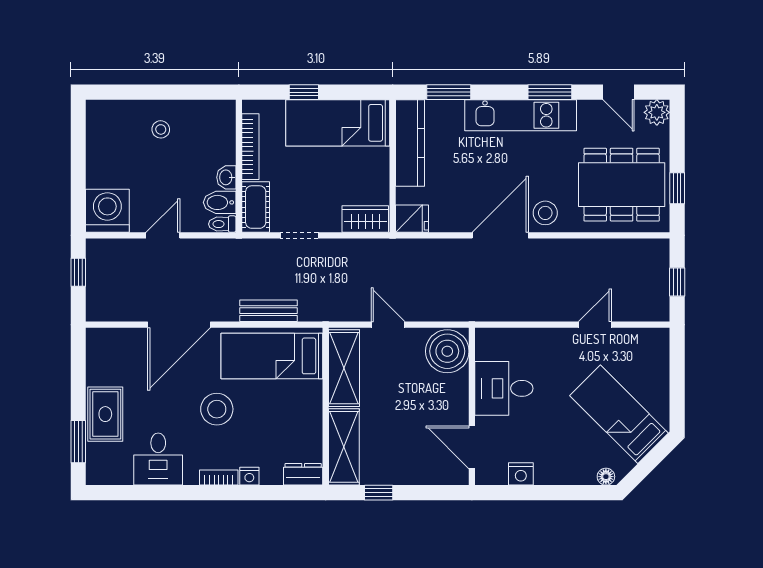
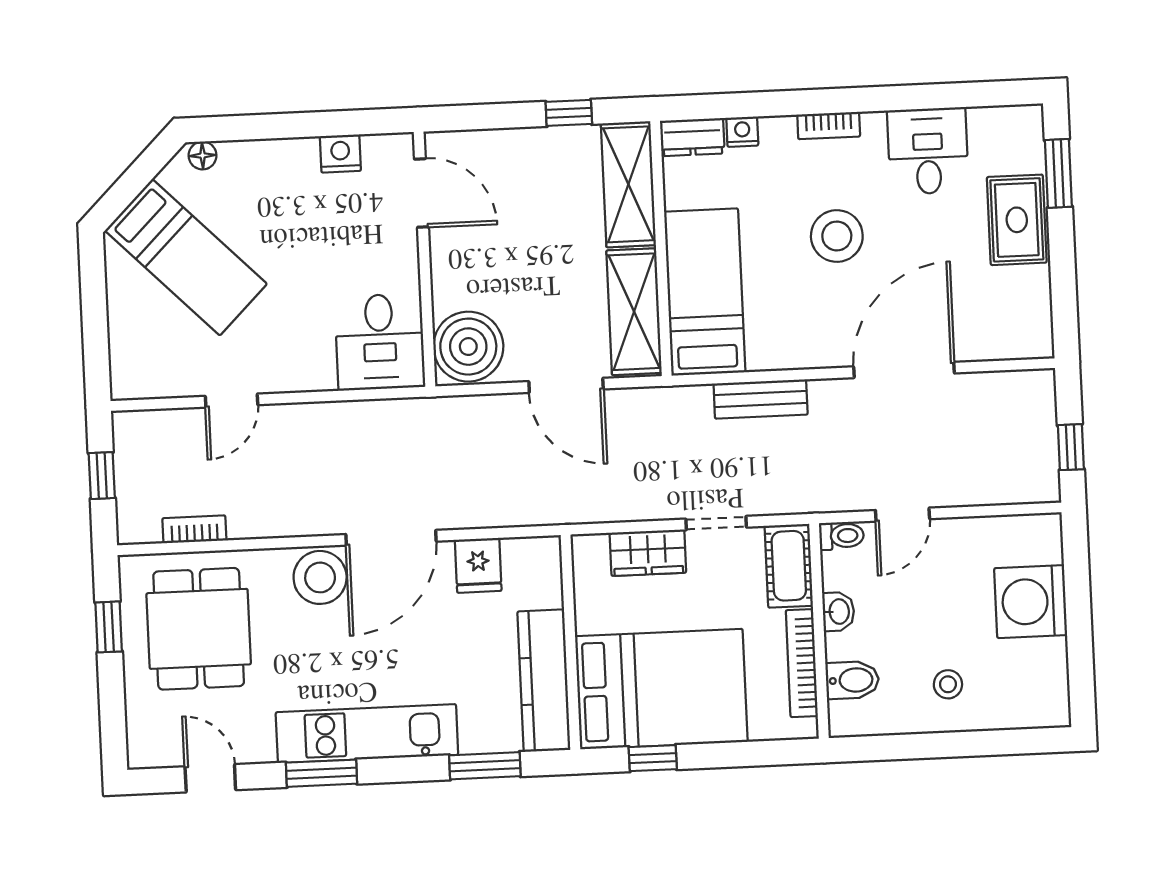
window: (304, 92) -> (653, 758), moved
plant: (657, 112) -> (147, 748), removed
bed: (338, 123) -> (661, 689), width x1.50
dining table: (622, 185) -> (199, 629), width x0.73
bidet: (220, 202) -> (852, 680), moved
washing machine: (107, 211) -> (1031, 602), moved, turned 90
stool: (545, 213) -> (320, 577), width x1.38, depth x1.38
wardrobe: (365, 219) -> (648, 553), moved
fridge: (412, 219) -> (478, 565), moved, turned -90
door: (163, 235) -> (903, 515), moved
bookcase: (621, 246) -> (194, 529), added
door: (388, 325) -> (566, 385), width x1.38
bed: (272, 356) -> (705, 292), moved, turned -90
desk: (504, 388) -> (380, 342), moved, turned 90
nightstand: (249, 476) -> (742, 132), moved

